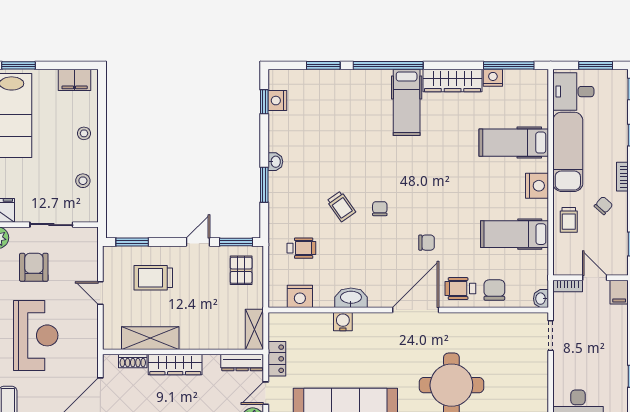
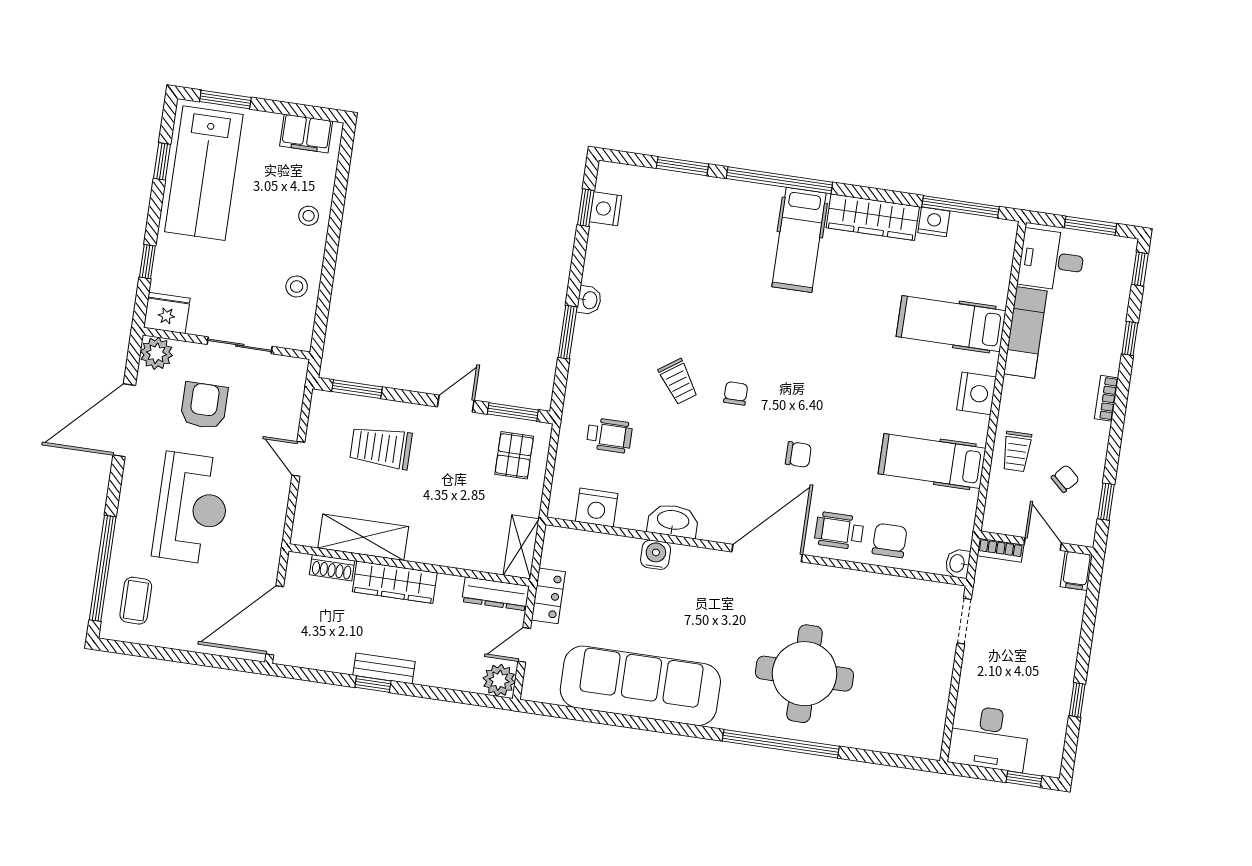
exam couch: (568, 152) -> (1025, 332), width x0.73, depth x0.69
chair: (603, 206) -> (1065, 479), moved

